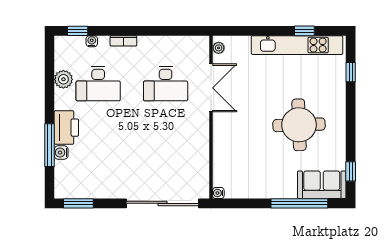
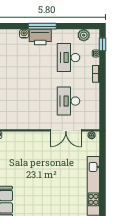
window: (304, 31) -> (103, 191), removed
plant: (63, 79) -> (84, 35), moved
round table: (299, 125) -> (42, 187), removed
window: (50, 145) -> (42, 26), moved

